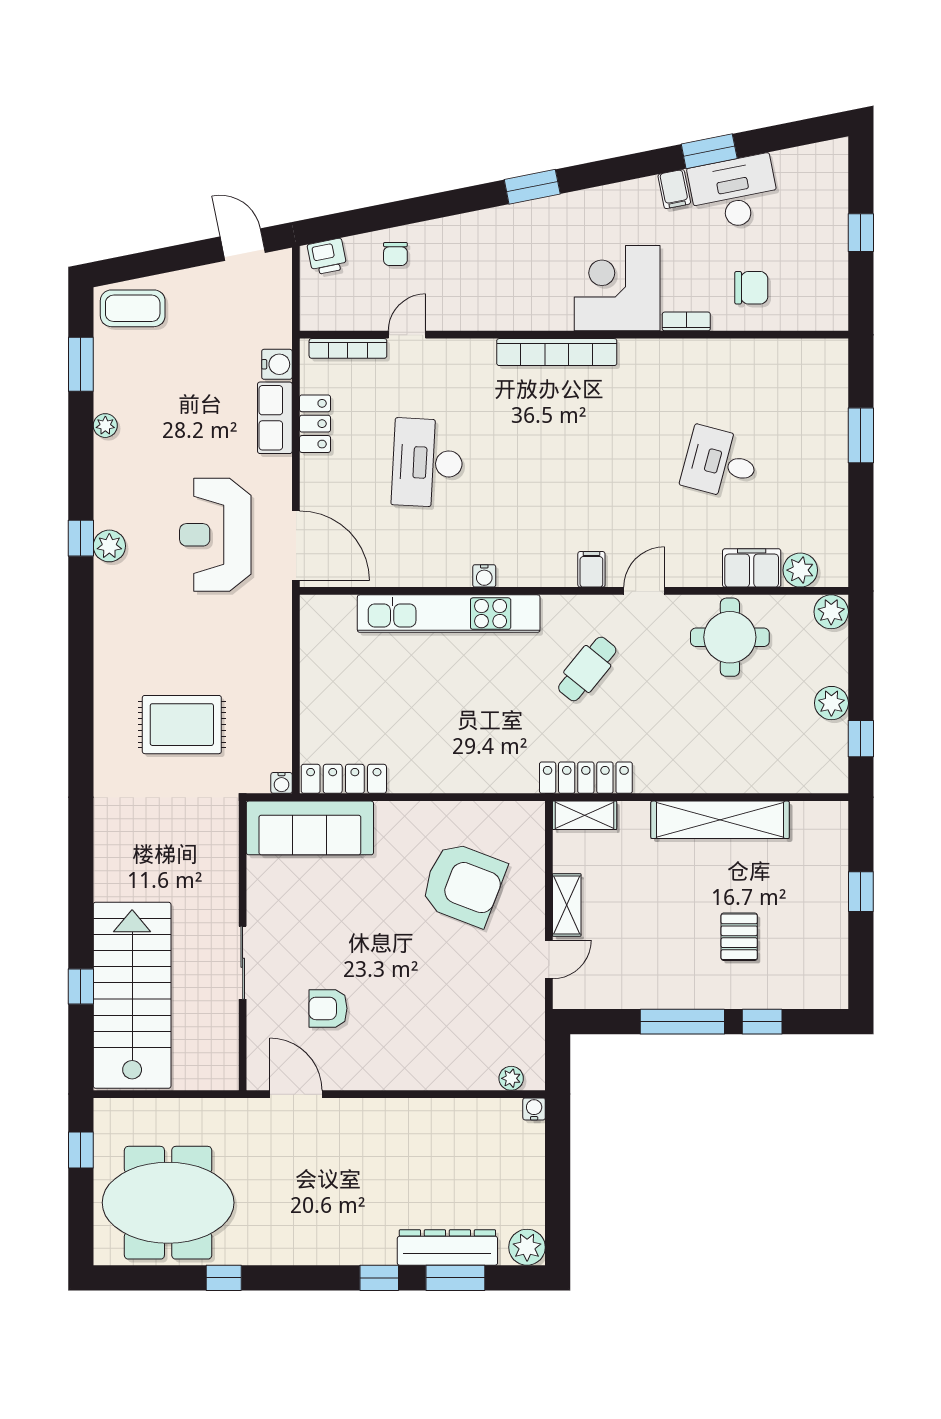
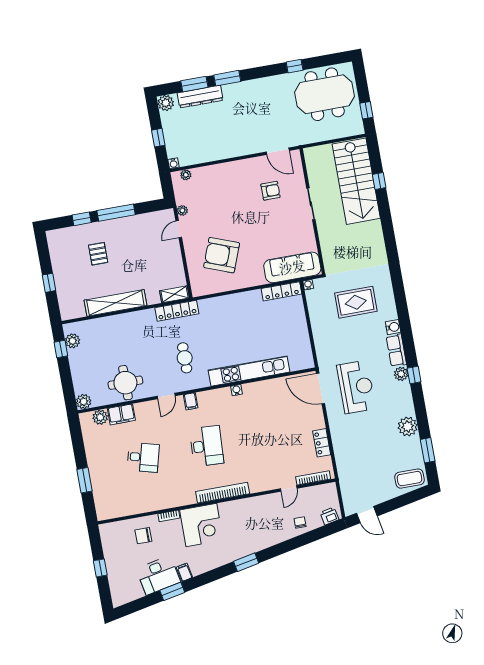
water cooler: (277, 364) -> (393, 327), moved, turned 180
row of seats: (275, 418) -> (396, 350), moved, turned 180
plant: (105, 426) -> (408, 426), width x1.88, depth x1.88
desk: (428, 463) -> (207, 446), moved
cafe table: (587, 669) -> (185, 358), turned -39
plant: (831, 703) -> (73, 341), moved
shelving: (567, 905) -> (175, 254), removed
plant: (533, 1000) -> (182, 210), added
window: (558, 1172) -> (158, 138), added
window: (379, 1278) -> (227, 78), width x1.50

